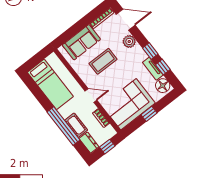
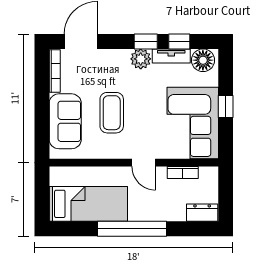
plant: (129, 41) -> (141, 59), moved
door: (91, 96) -> (144, 163), swing flipped
cot: (76, 125) -> (167, 212), removed
window: (63, 126) -> (132, 229), moved
window: (107, 147) -> (226, 193), removed

